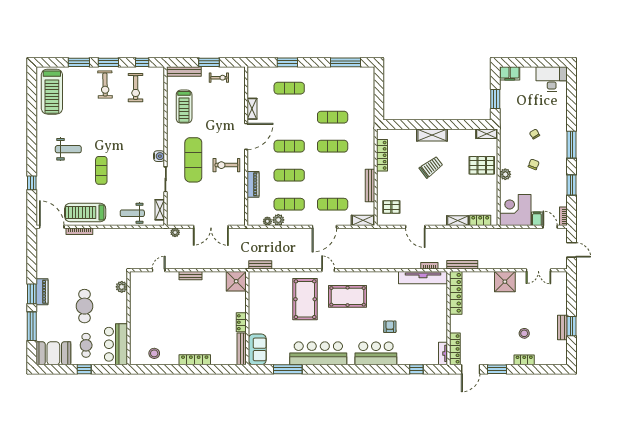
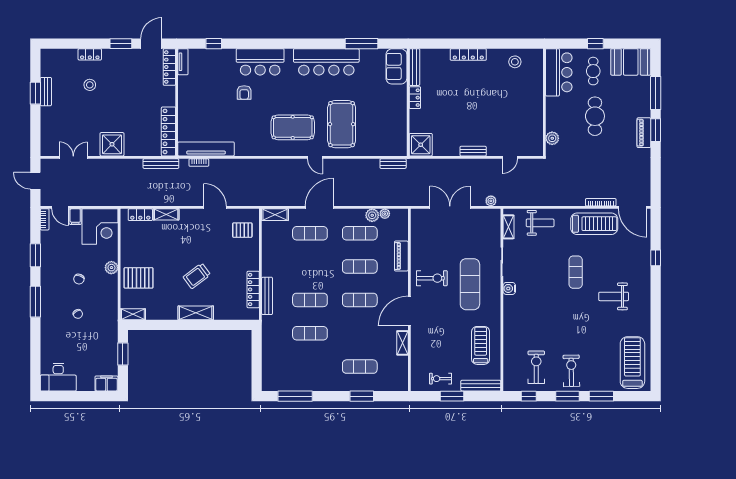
bench: (370, 186) -> (267, 296), moved

